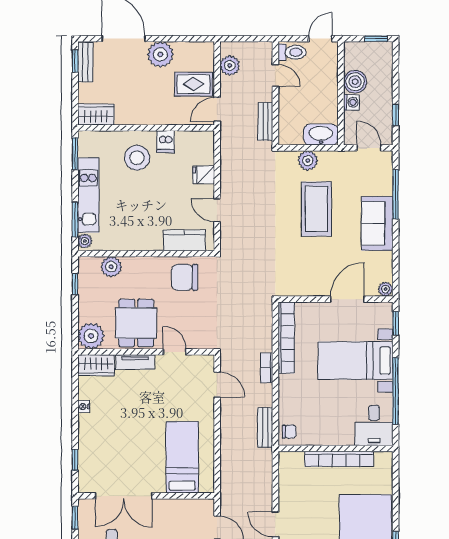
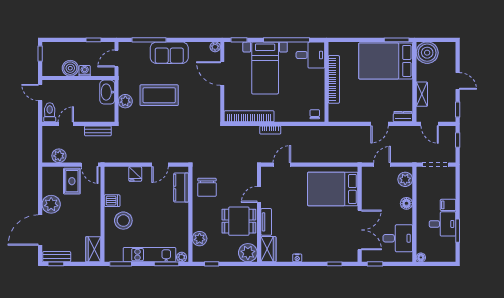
bench: (265, 428) -> (312, 131), removed
bed: (182, 457) -> (333, 189), width x1.50

